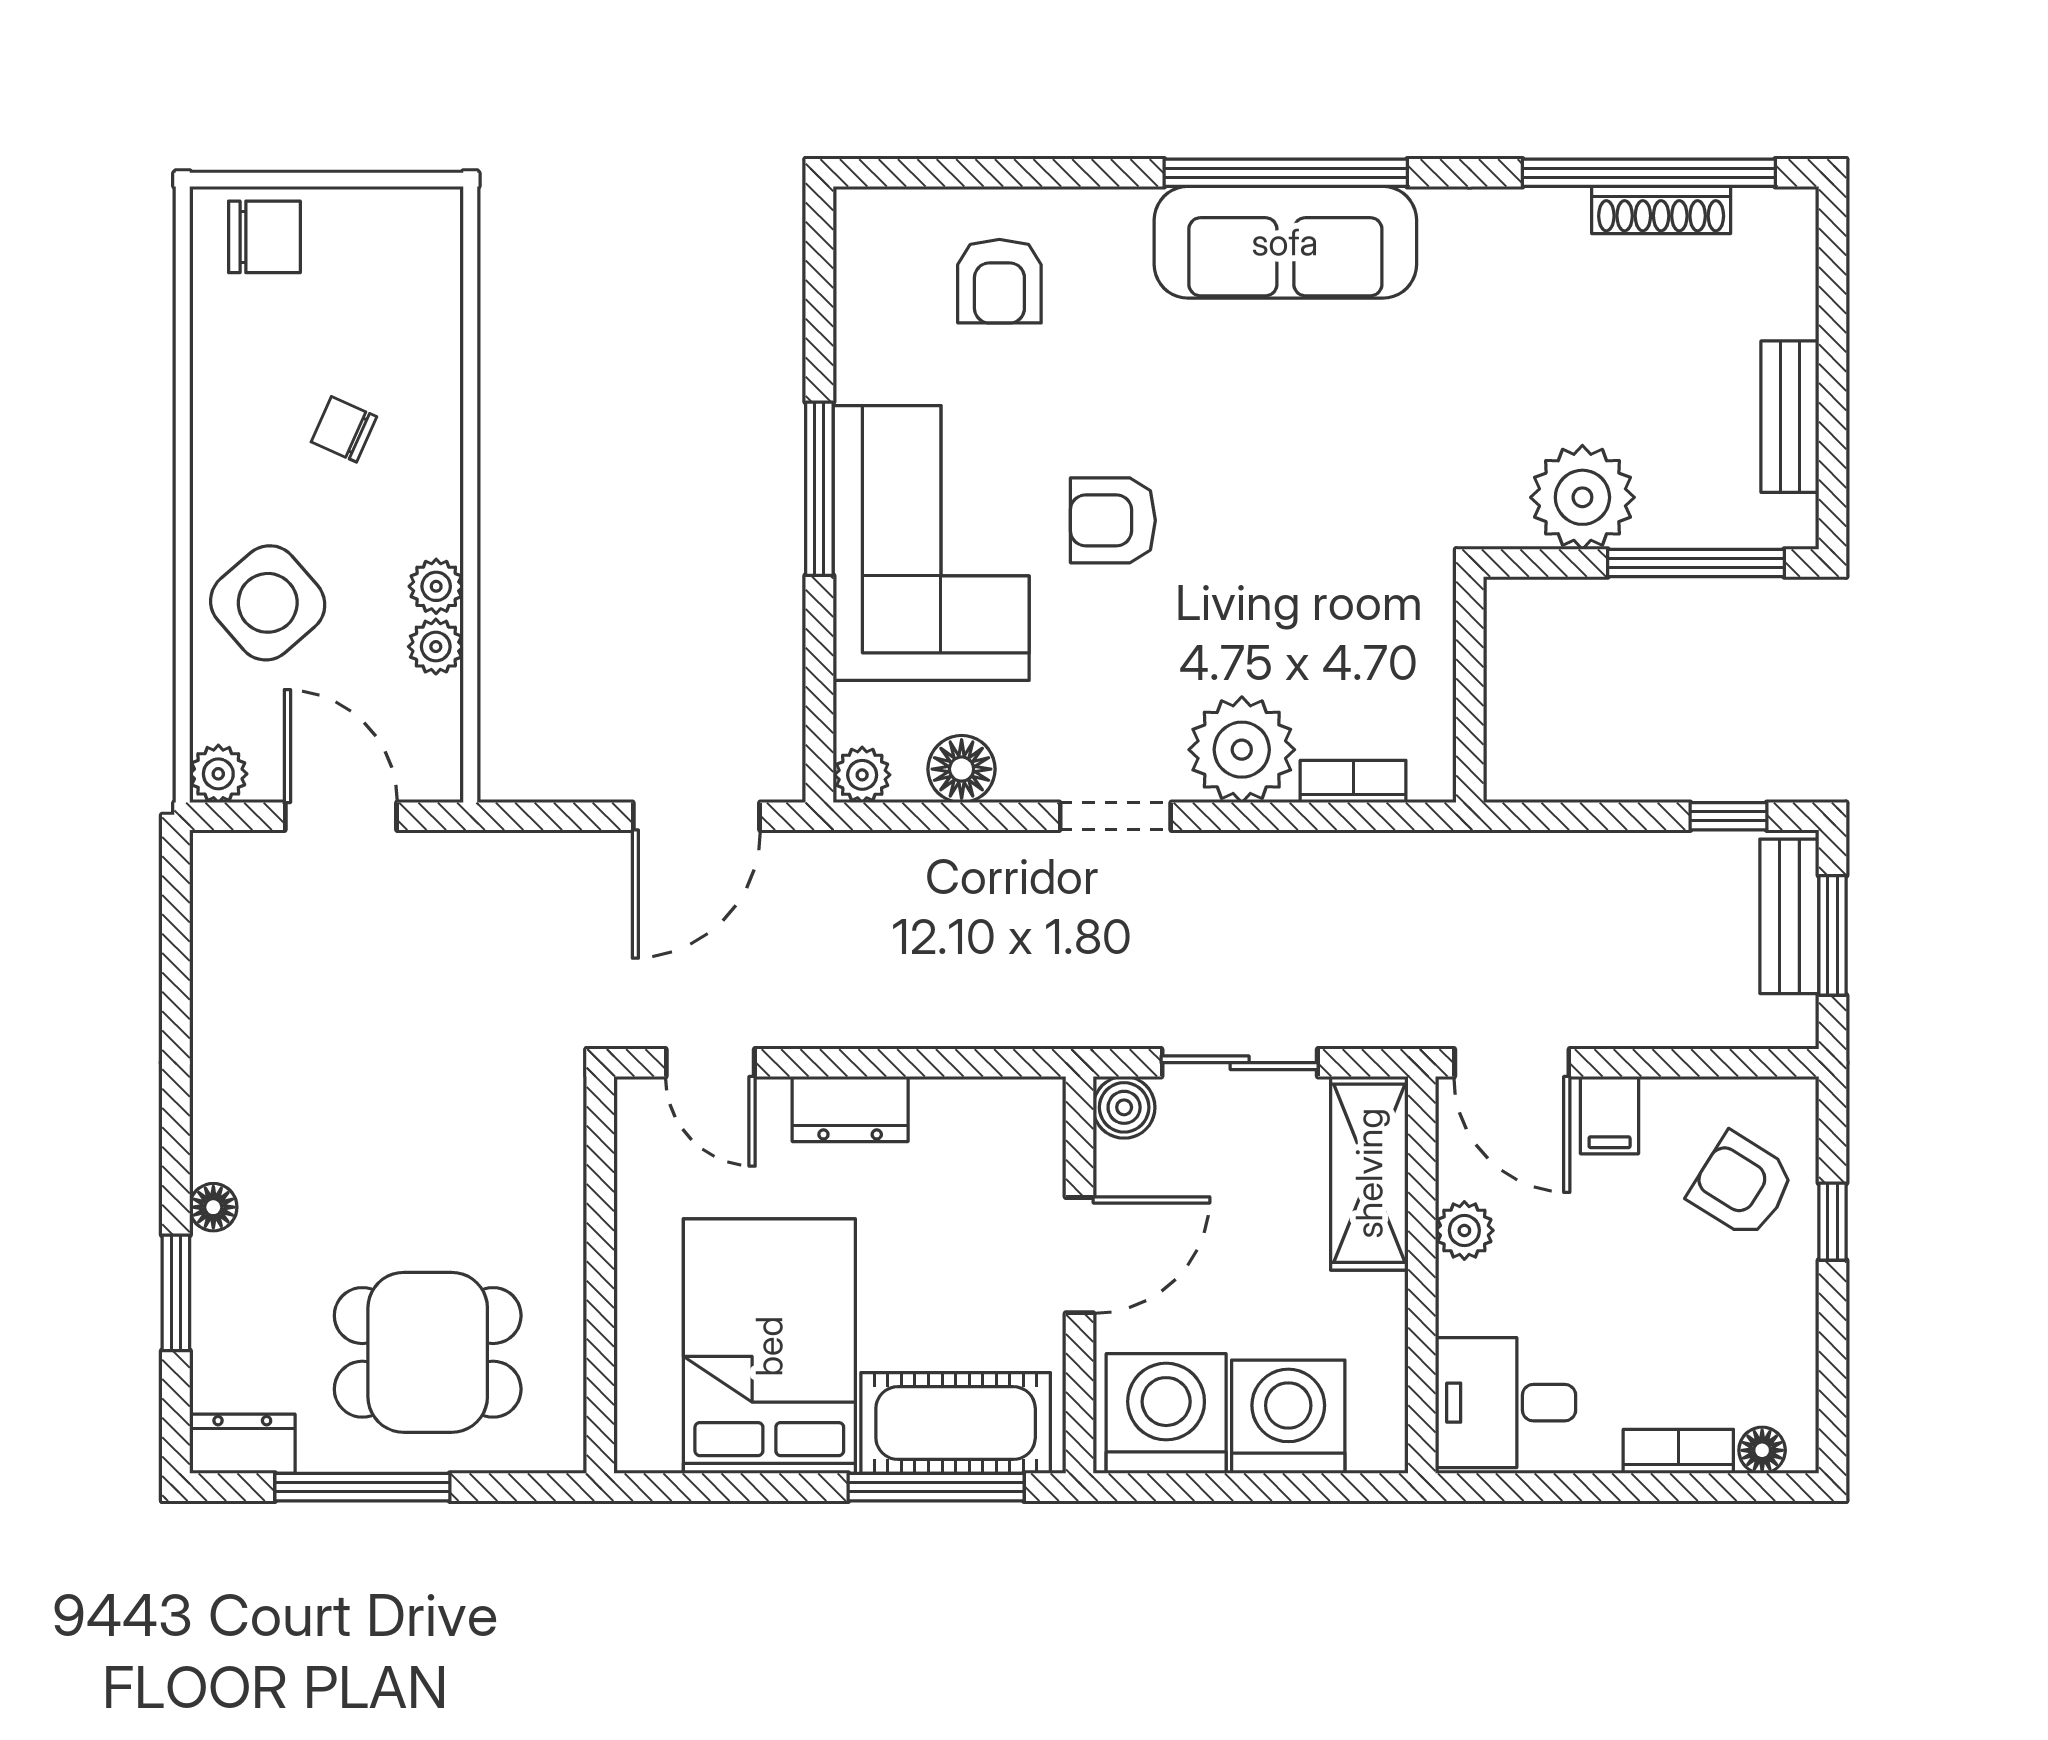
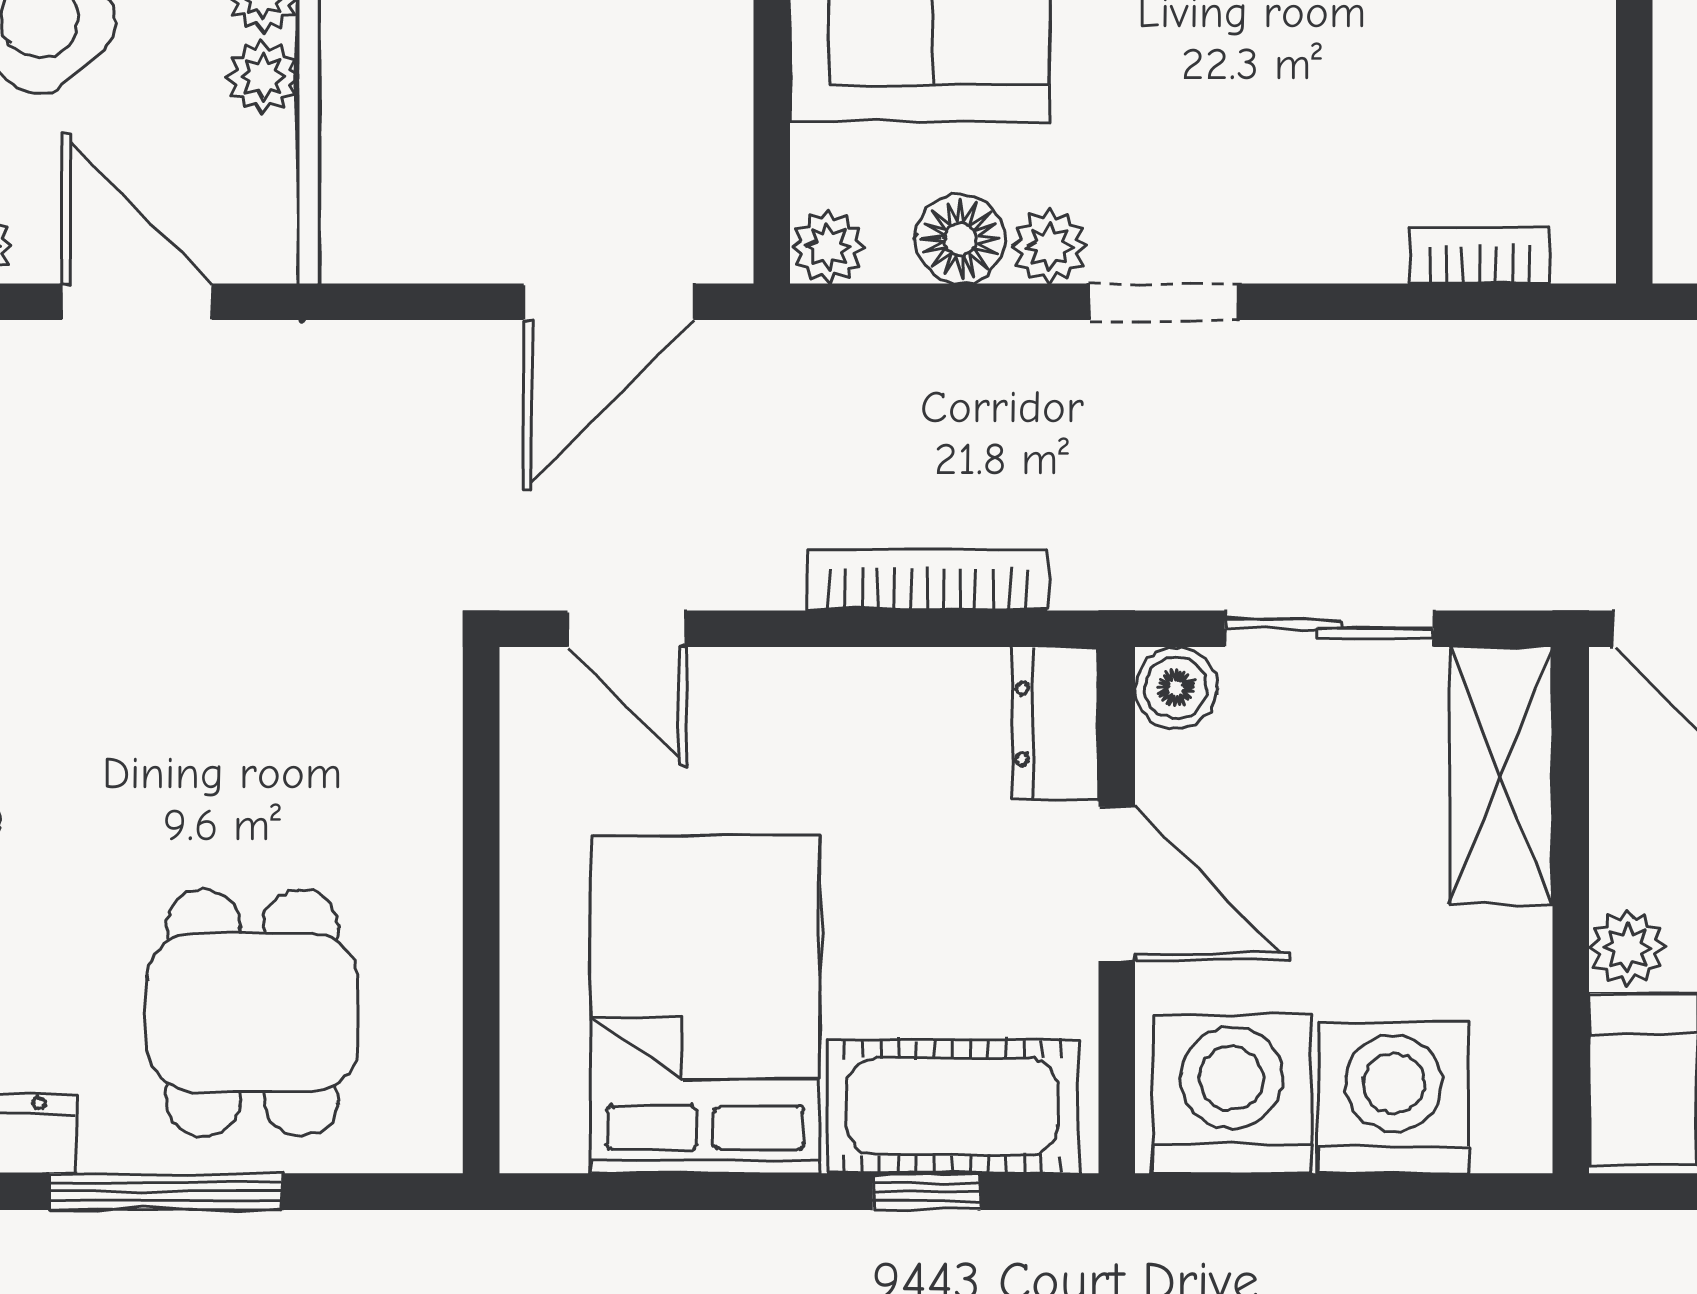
plant: (1242, 750) -> (1050, 246), moved, width x0.53, depth x0.53
bookcase: (937, 1026) -> (927, 580), added
dresser: (850, 1109) -> (1055, 724), moved, turned 90
plant: (1464, 1230) -> (1627, 948), moved
door: (1079, 1255) -> (1117, 884), hinge flipped
dining table: (428, 1352) -> (252, 1013), turned 90
window: (936, 1487) -> (927, 1192), width x0.46

